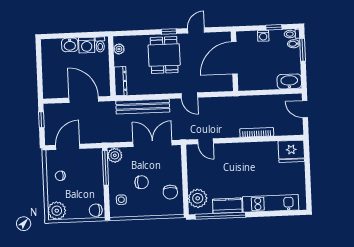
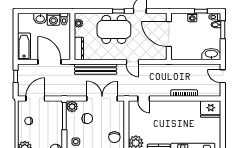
dining table: (164, 55) -> (114, 29), width x1.38
door: (234, 58) -> (169, 34), hinge flipped
bathtub: (51, 81) -> (24, 46), added
chair: (142, 182) -> (87, 119), moved

